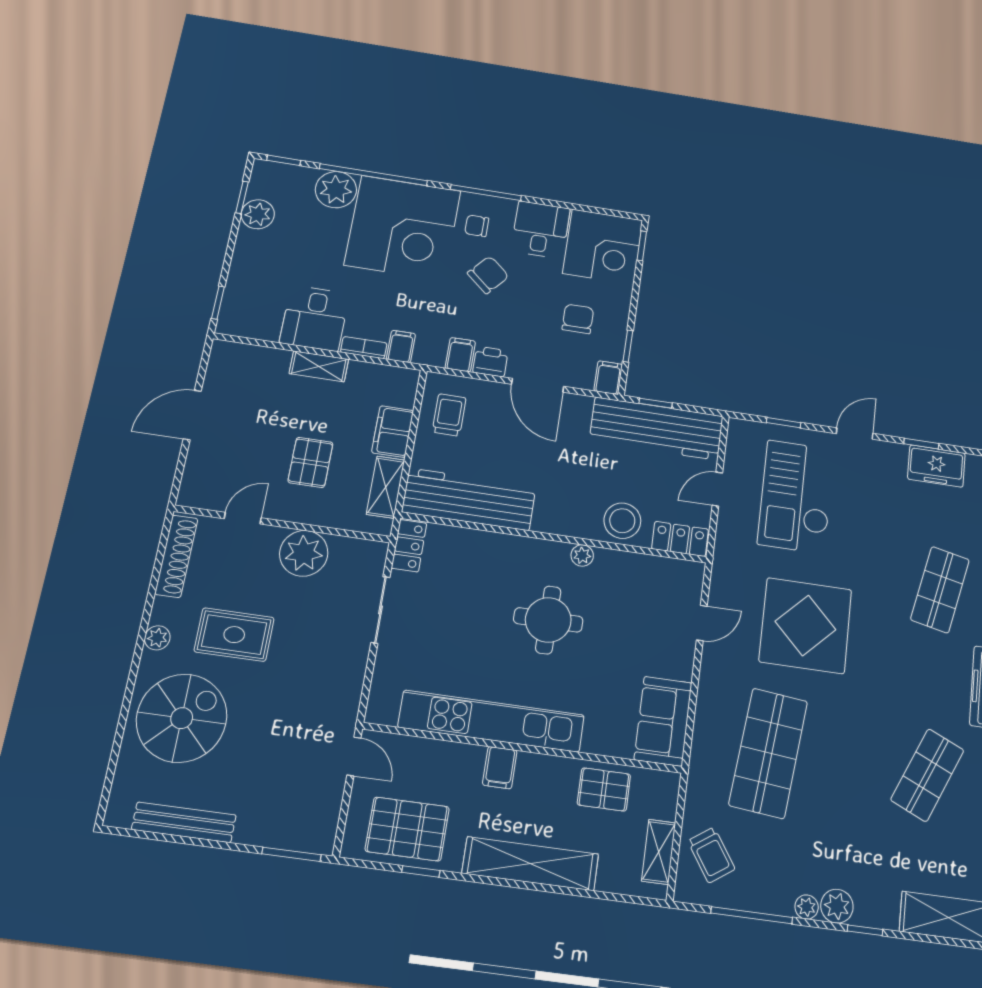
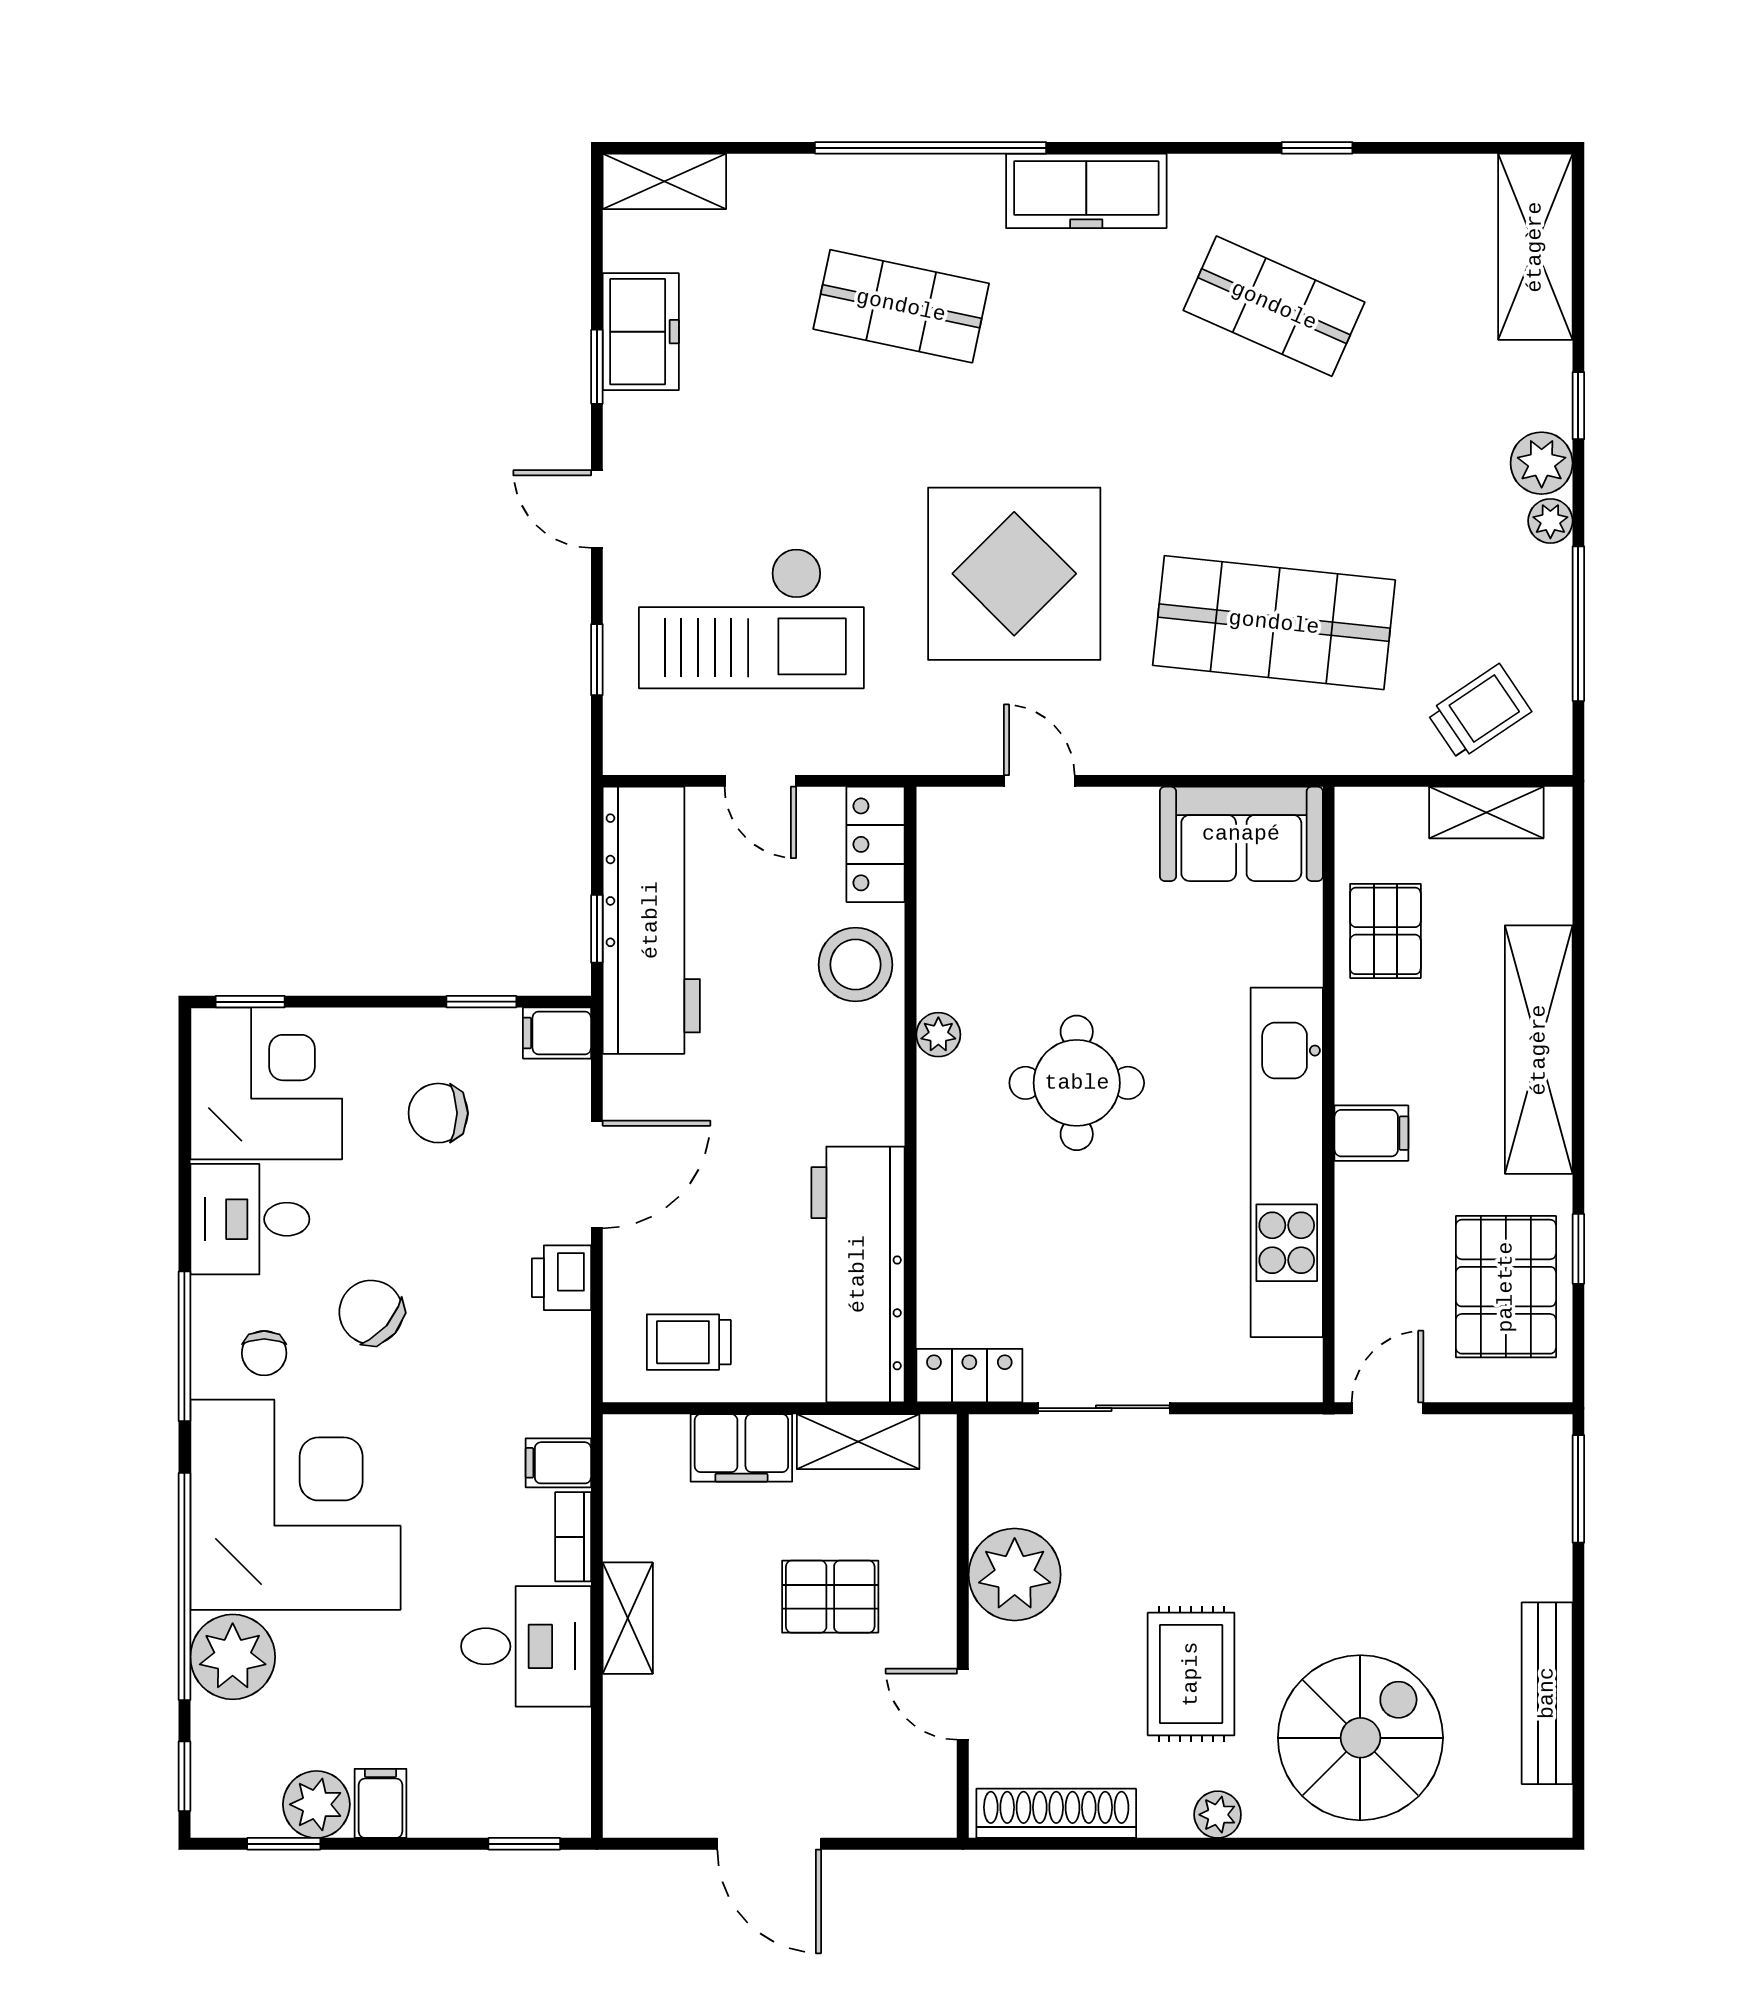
filing cabinet: (460, 355) -> (380, 1803), moved, turned 90
spiral stairs: (182, 718) -> (1360, 1738), turned 90

